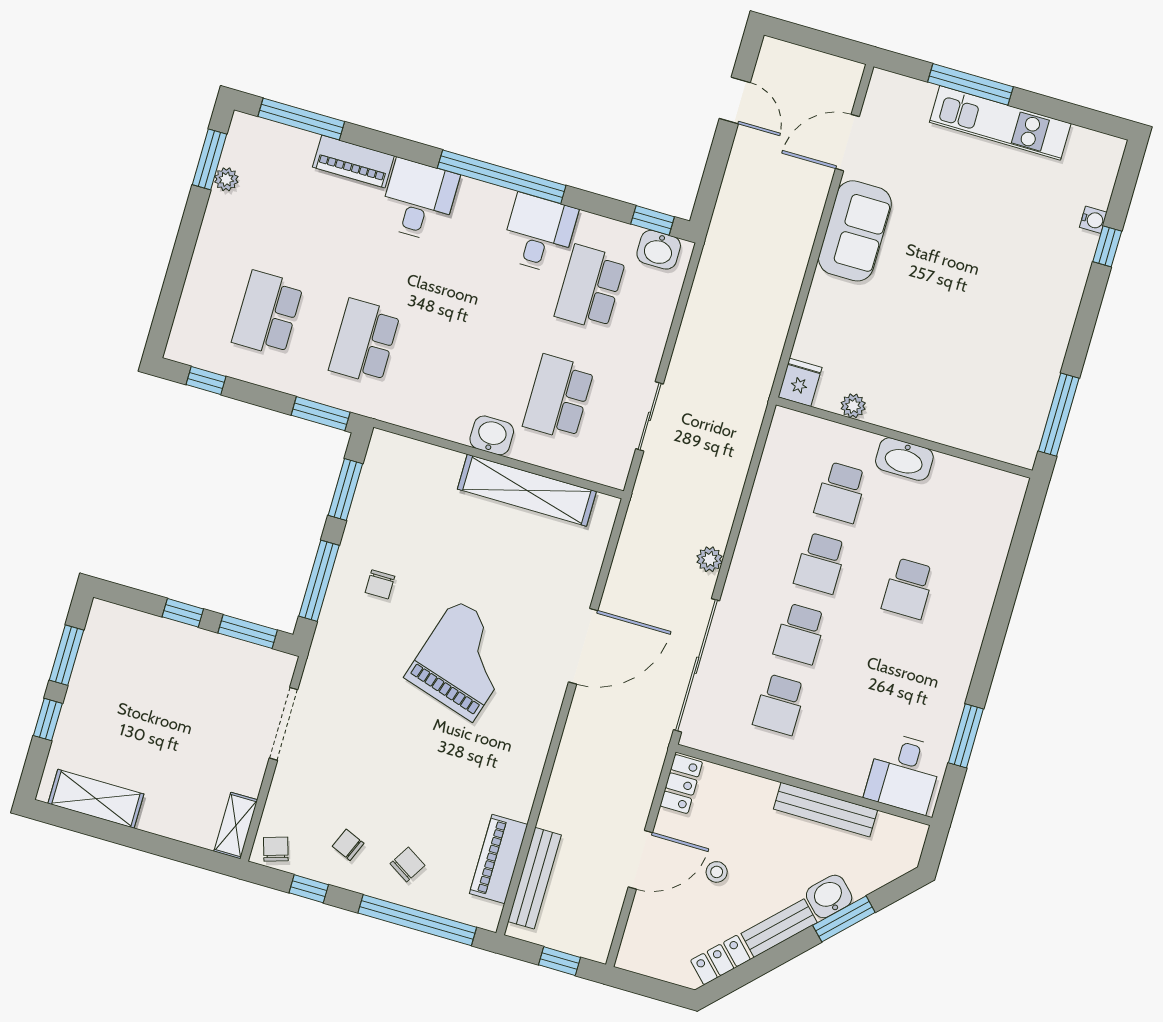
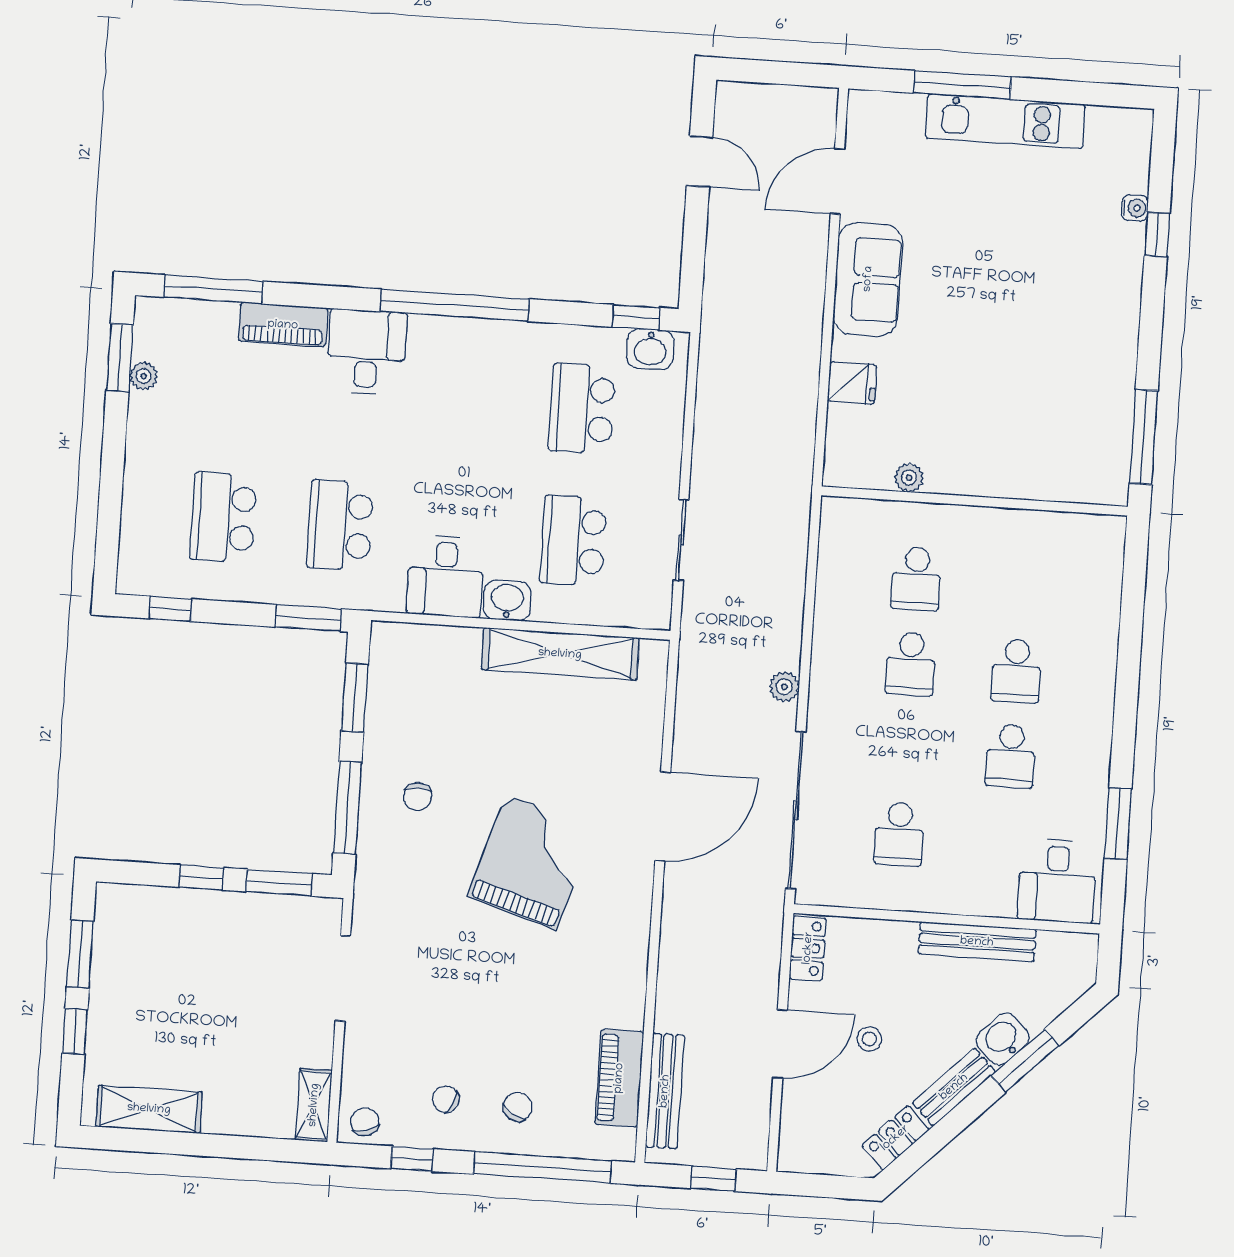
desk: (539, 233) -> (445, 576), moved, turned 180
fridge: (800, 382) -> (852, 383), moved, turned 90
washbasin: (904, 459) -> (980, 525), removed
school desk: (800, 634) -> (1011, 756), moved

